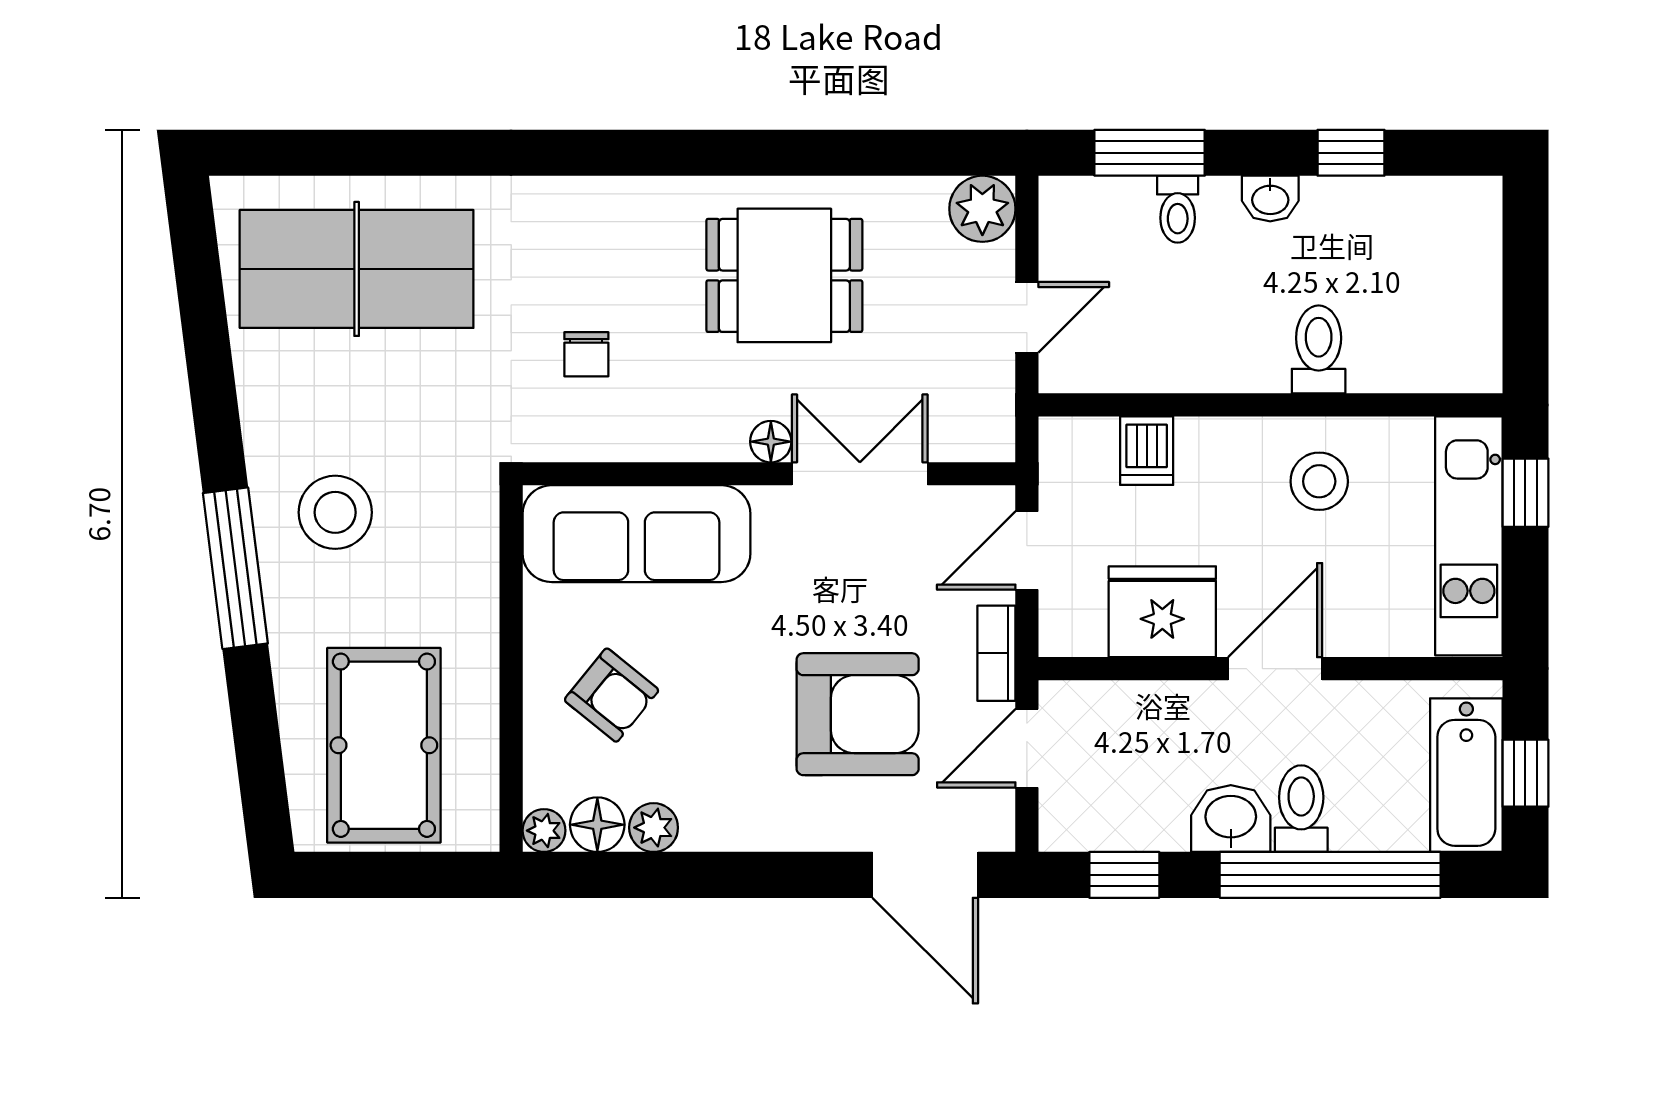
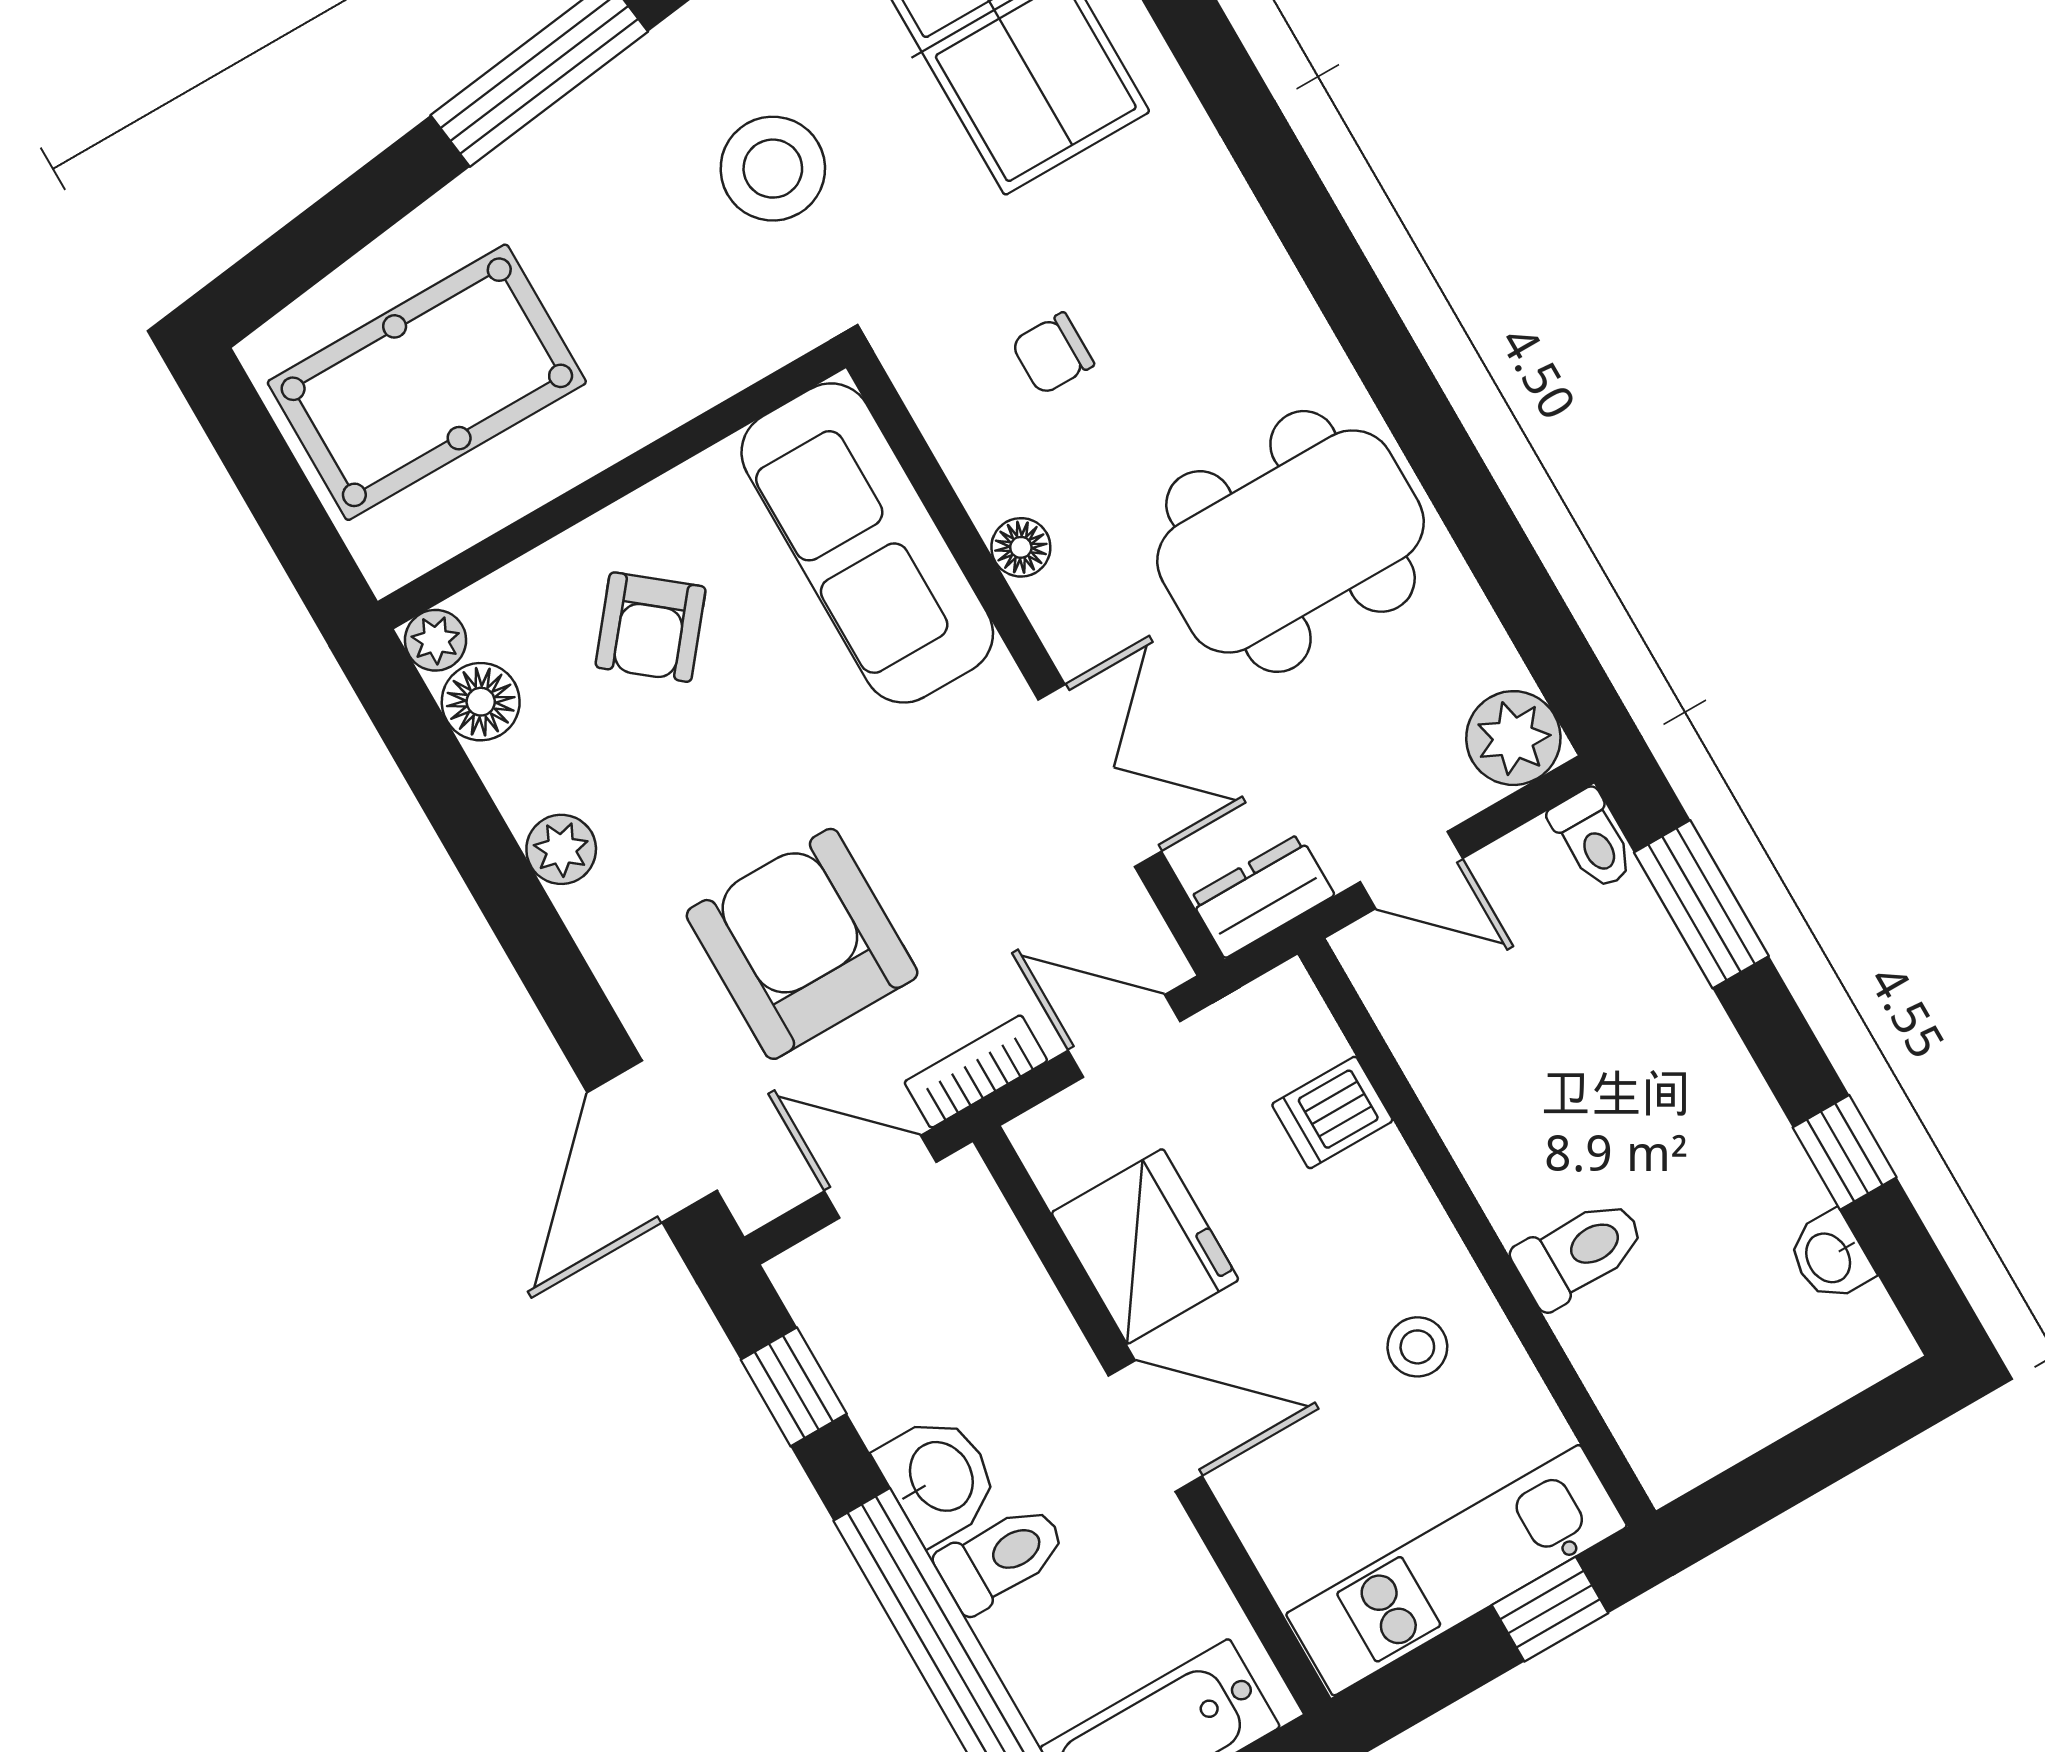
washbasin: (1270, 199) -> (1830, 1257), moved
toilet: (1178, 209) -> (1593, 839), moved, turned -90
dining table: (784, 275) -> (1290, 541), width x1.38
dresser: (990, 417) -> (1262, 896), added
floor lamp: (771, 442) -> (1021, 547), moved
stool: (1319, 481) -> (1417, 1347), width x0.73, depth x0.73
stool: (335, 512) -> (773, 169), moved
armchair: (858, 714) -> (802, 944), turned 180
plant: (654, 828) -> (561, 849), moved

